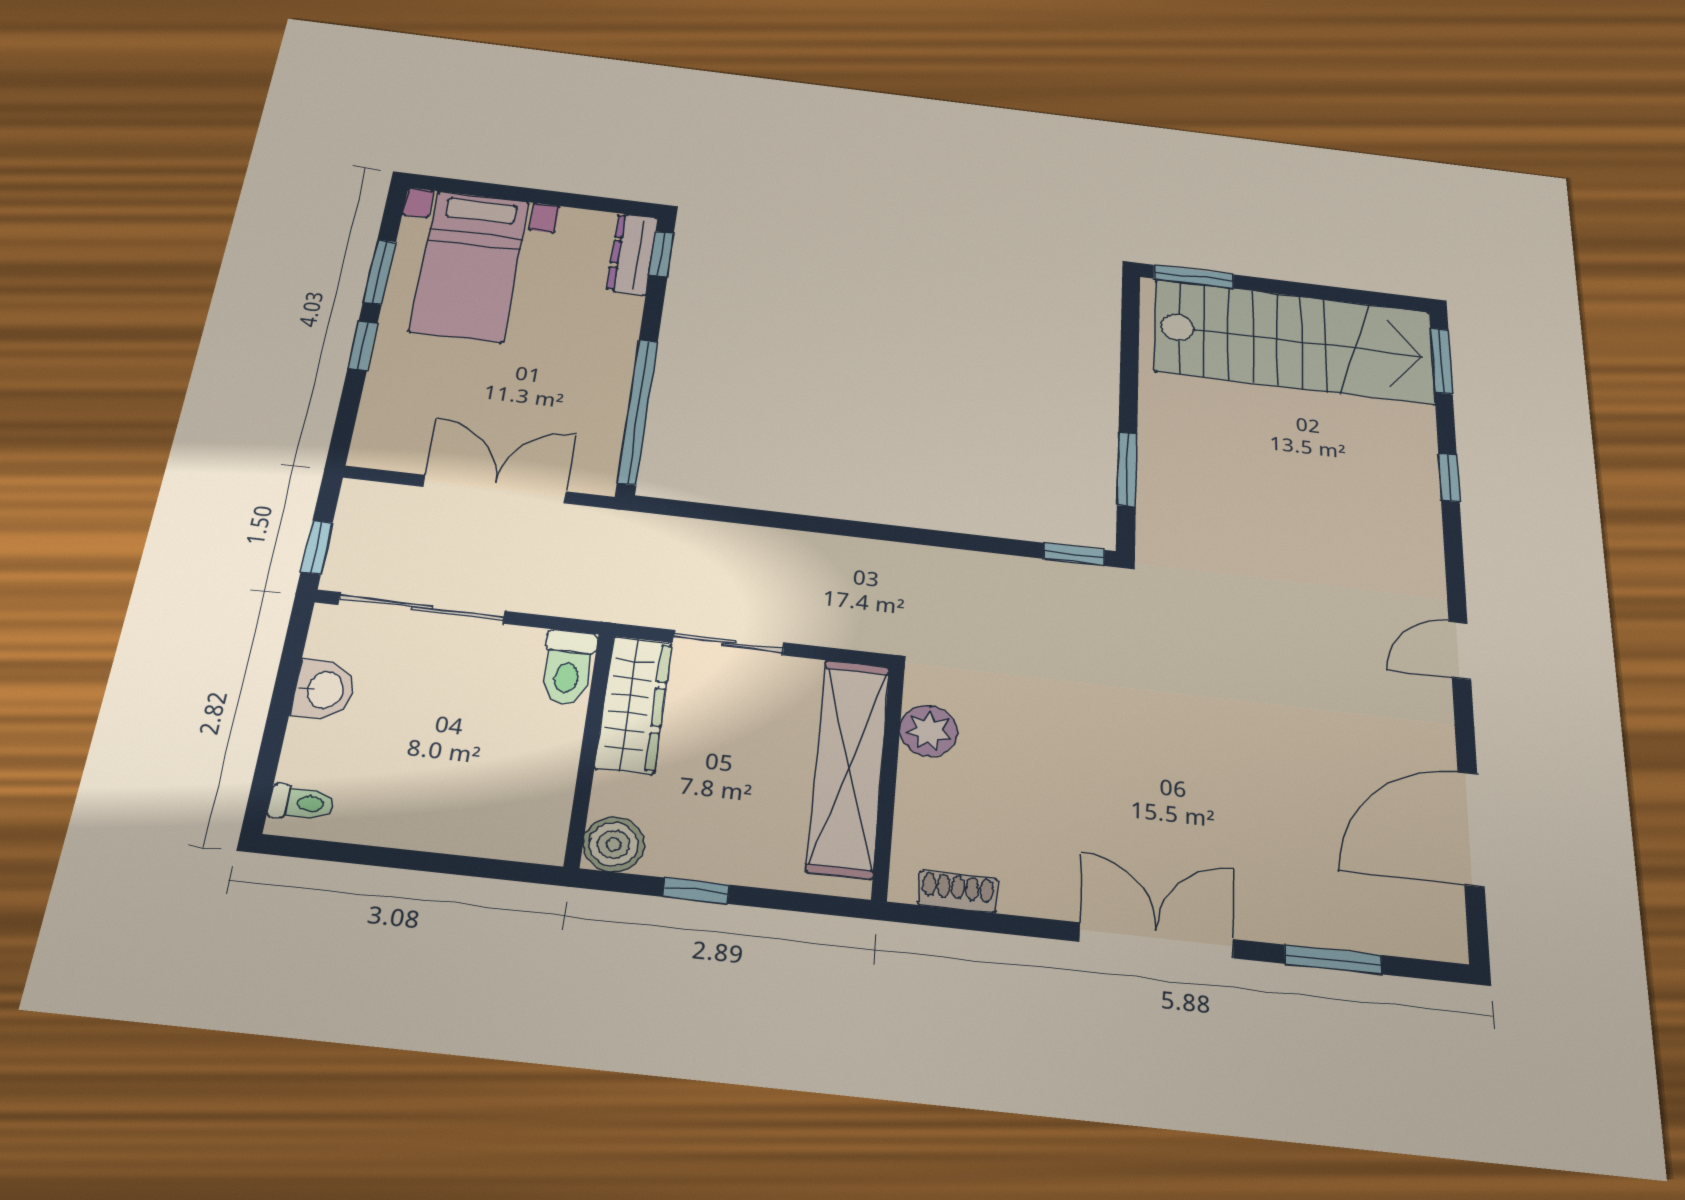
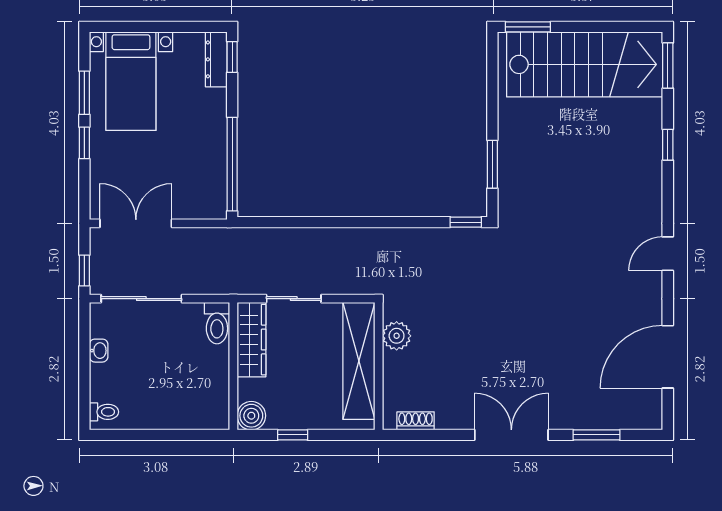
double door: (495, 489) -> (136, 223), moved
washbasin: (324, 690) -> (99, 351), width x0.72, depth x0.69

